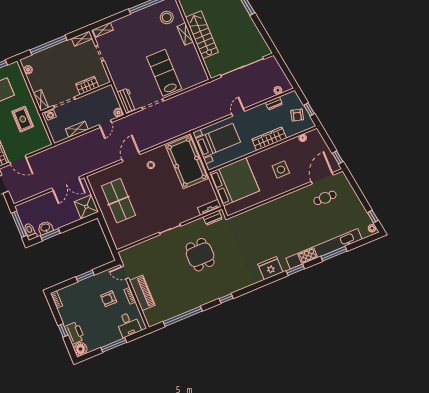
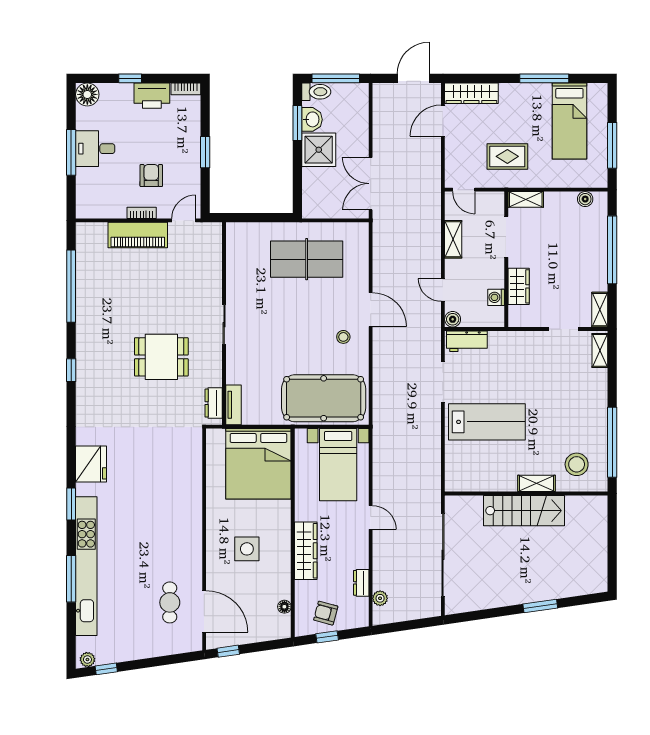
washing machine: (50, 114) -> (496, 297), moved
door: (49, 134) -> (464, 190), added
shower: (86, 207) -> (319, 150), moved
desk: (128, 324) -> (95, 149), moved
printer: (75, 333) -> (152, 96), moved

